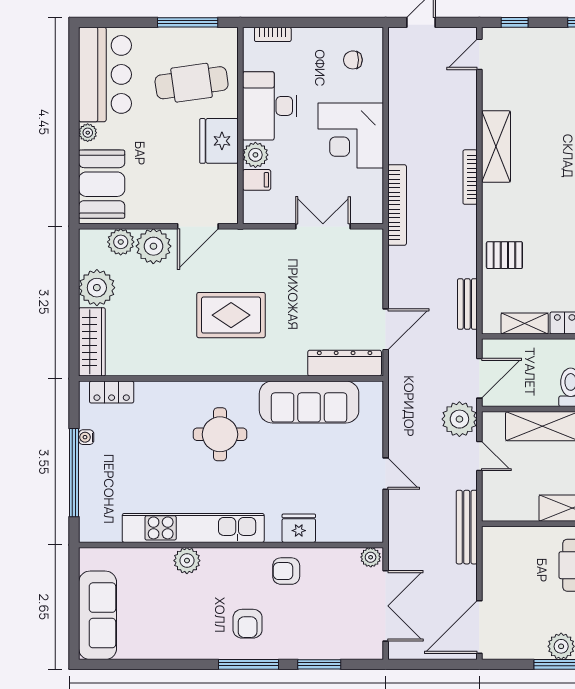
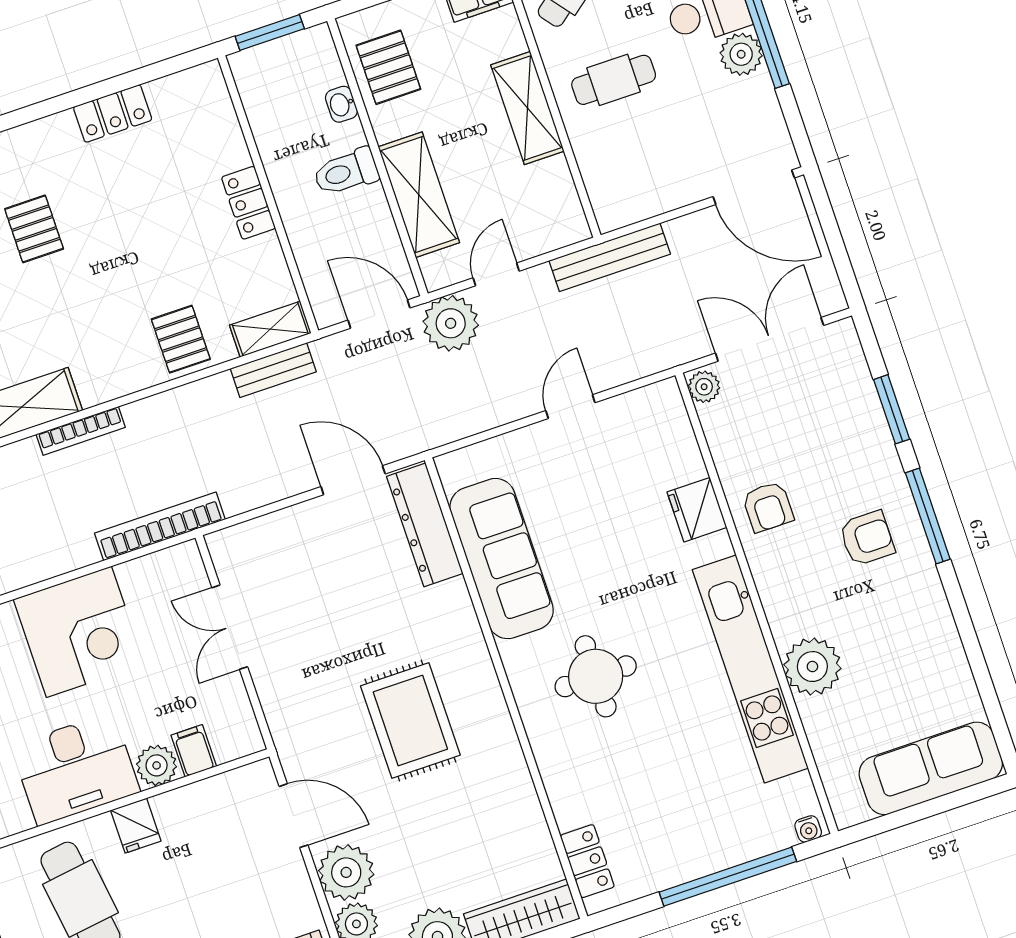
fridge: (219, 141) -> (136, 826), width x0.53, depth x0.75
shelving: (525, 323) -> (270, 329), moved, turned 90
water cooler: (86, 437) -> (808, 829), moved
plant: (187, 561) -> (812, 667), width x1.36, depth x1.36

